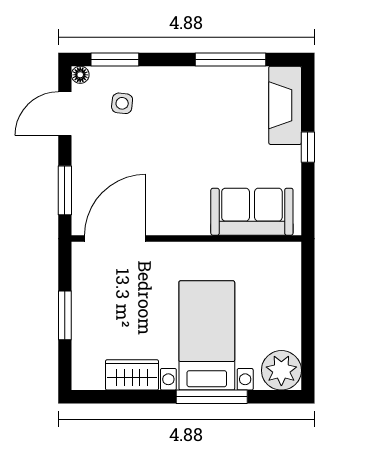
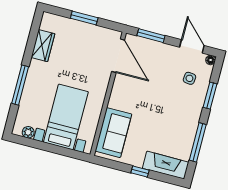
window: (115, 59) -> (210, 96), moved
bed with nightstands: (207, 335) -> (66, 117), moved, turned -90
plant: (281, 370) -> (28, 132), width x0.53, depth x0.53

